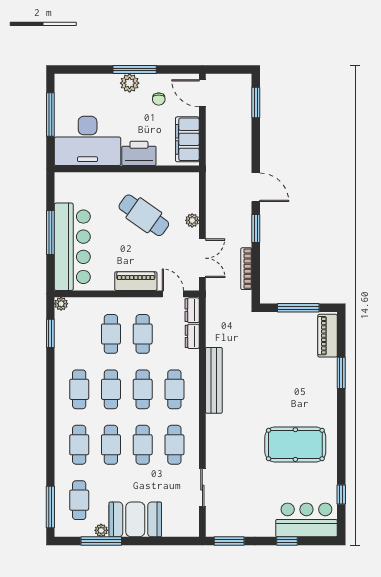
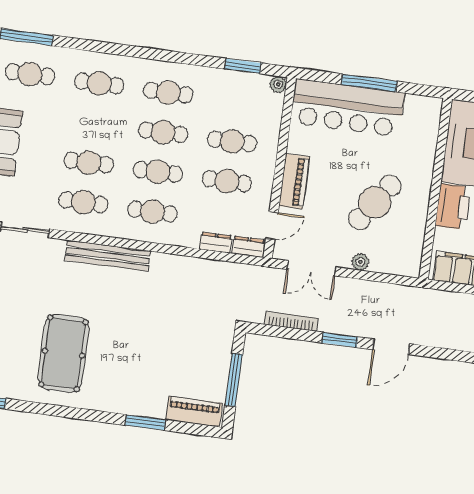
bench: (214, 380) -> (108, 256), moved
cafe table: (111, 445) -> (94, 123), removed

